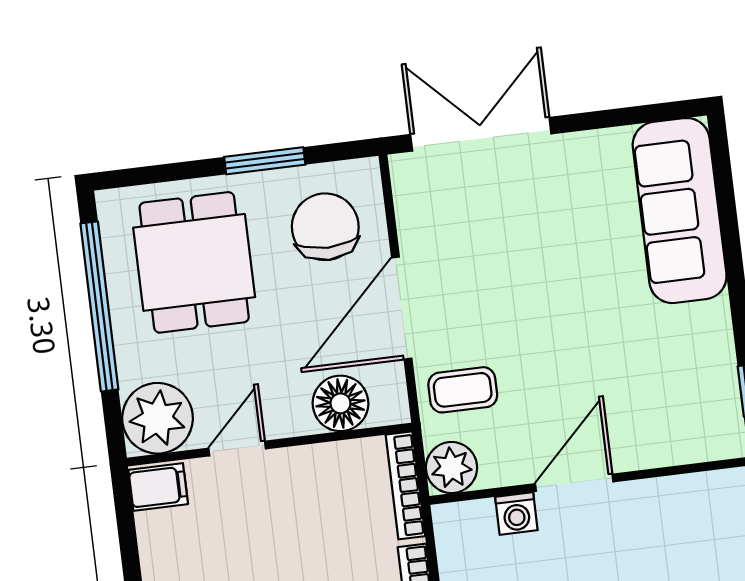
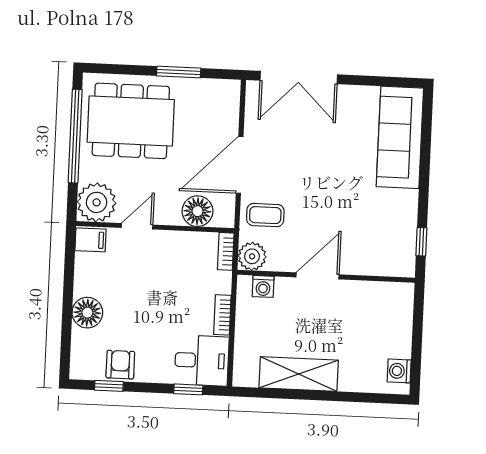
double door: (481, 134) -> (299, 78), swing flipped
chair: (325, 227) -> (205, 114), removed
dining table: (194, 262) -> (131, 121), width x1.38
bookcase: (405, 485) -> (226, 251), width x0.64
washing machine: (516, 514) -> (263, 286), moved

